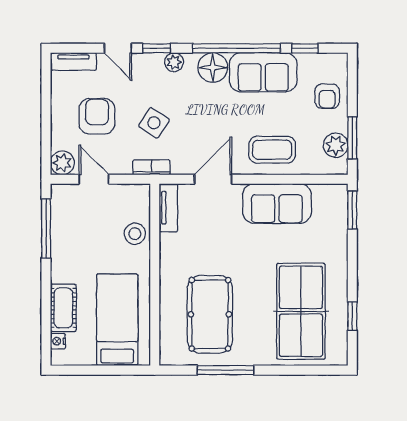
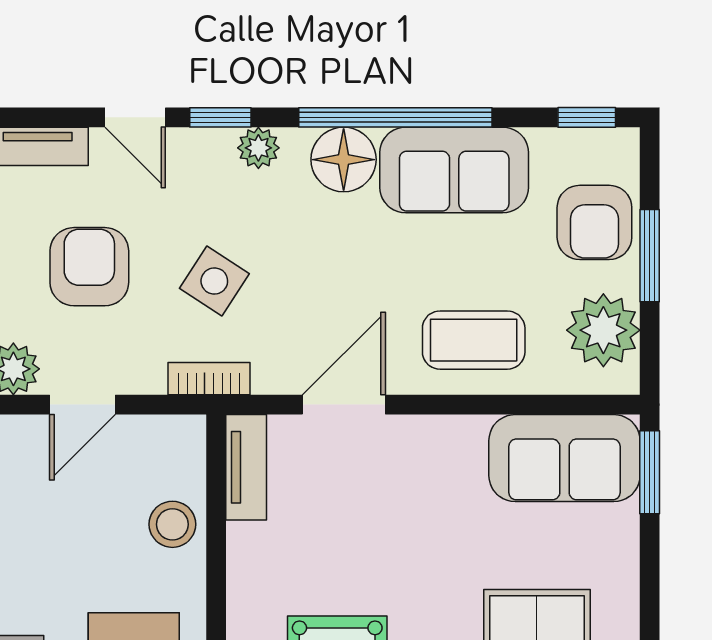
window: (305, 48) -> (587, 117), moved
armchair: (327, 96) -> (594, 222), width x1.38, depth x1.38
window: (352, 138) -> (650, 256), moved
plant: (336, 145) -> (603, 330), width x1.36, depth x1.36
door: (94, 179) -> (83, 405), swing flipped
sofa: (277, 204) -> (564, 458), moved

